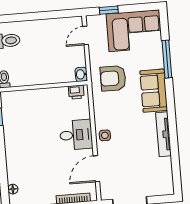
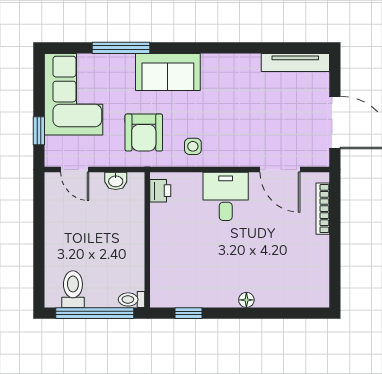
washbasin: (81, 74) -> (116, 181), moved
tv unit: (163, 134) -> (295, 63), moved
side table: (105, 135) -> (193, 146), moved
floor lamp: (13, 189) -> (246, 300), moved

